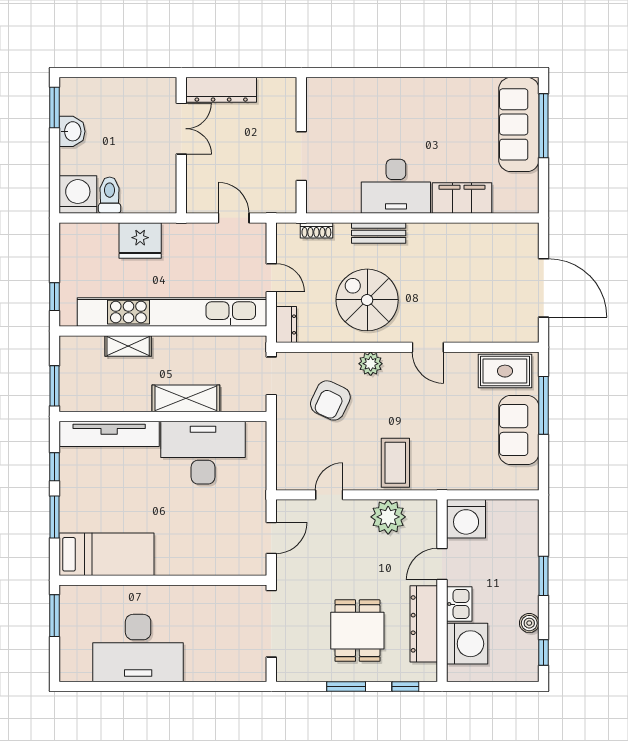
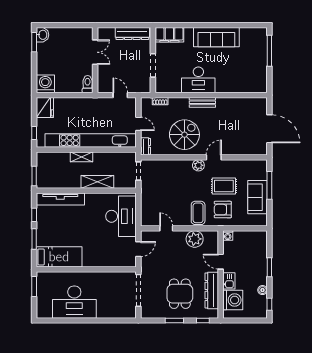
dresser: (221, 90) -> (132, 33), moved
sofa: (519, 124) -> (216, 37), moved, turned -90
washbasin: (72, 131) -> (42, 35), moved
toilet: (110, 195) -> (88, 84), moved
filing cabinet: (462, 198) -> (169, 35), moved, turned 180
bench: (379, 233) -> (202, 102), moved
fridge: (140, 240) -> (45, 108), moved, turned -90
spiral stairs: (367, 300) -> (184, 135), turned 90
shelving: (128, 346) -> (82, 157), moved
door: (428, 347) -> (214, 157), swing flipped
plant: (371, 364) -> (198, 165), moved
rug: (505, 371) -> (224, 186), moved
armchair: (330, 400) -> (223, 210), moved, turned 65
desk: (203, 453) -> (121, 216), moved, turned 90
door: (329, 495) -> (166, 228), hinge flipped
washing machine: (466, 519) -> (228, 236), width x0.53, depth x0.53
door: (442, 564) -> (221, 262), hinge flipped

